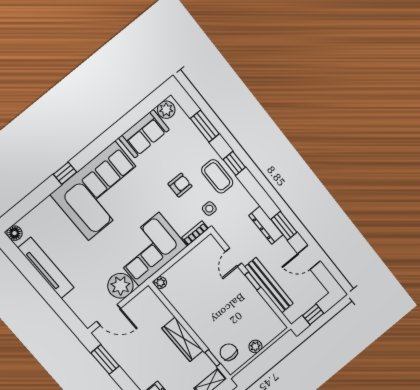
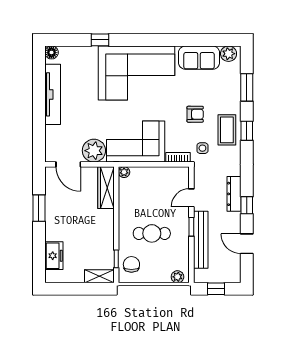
window: (65, 173) -> (100, 40), moved
window: (284, 226) -> (247, 205), width x0.67
cafe table: (225, 313) -> (152, 233), added
wardrobe: (183, 339) -> (106, 188), moved
plant: (255, 346) -> (177, 277), moved
window: (105, 359) -> (39, 208), moved

